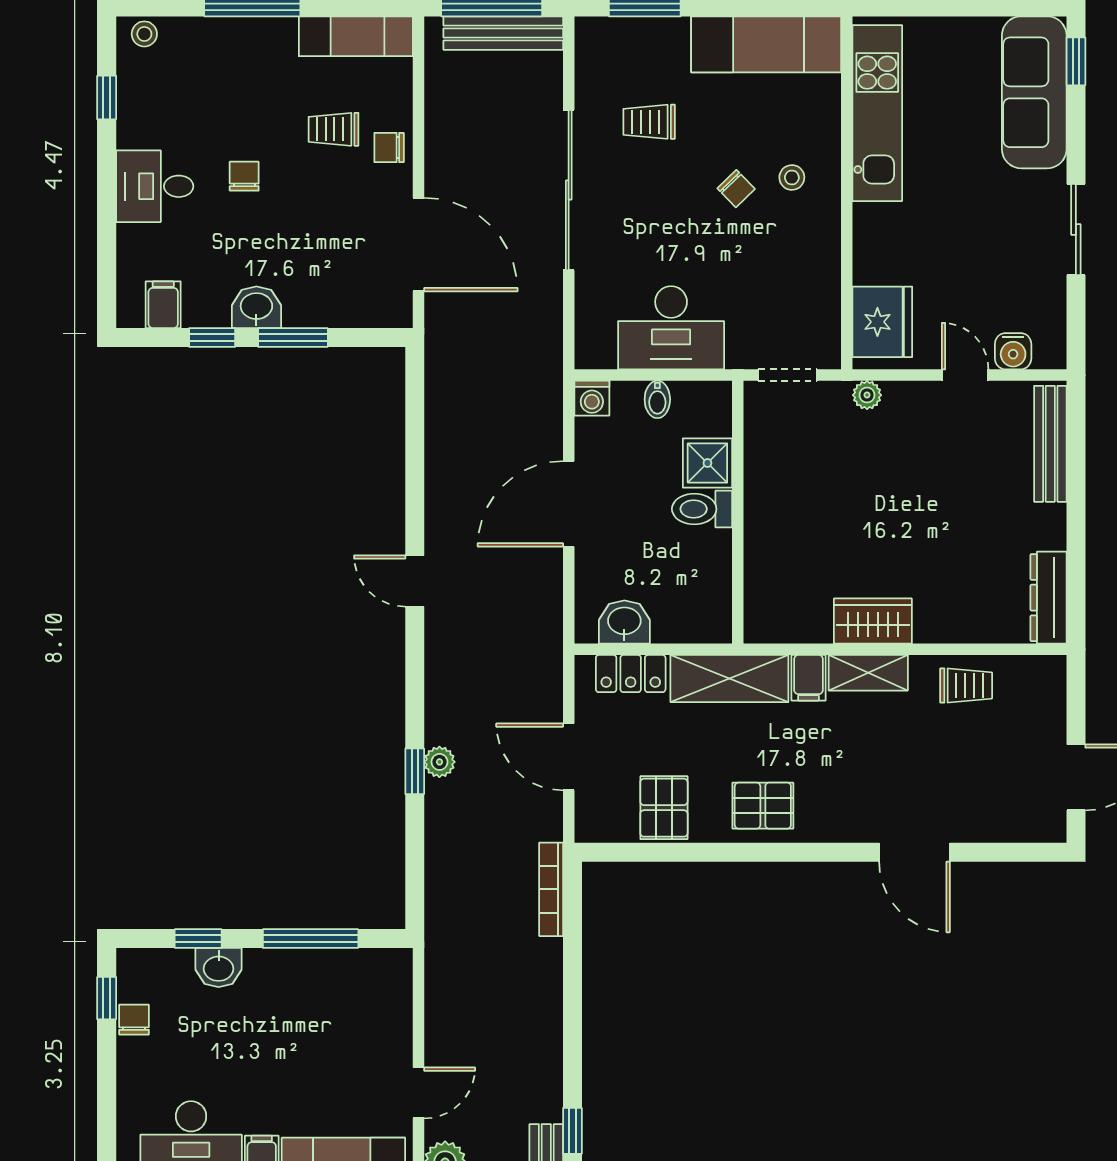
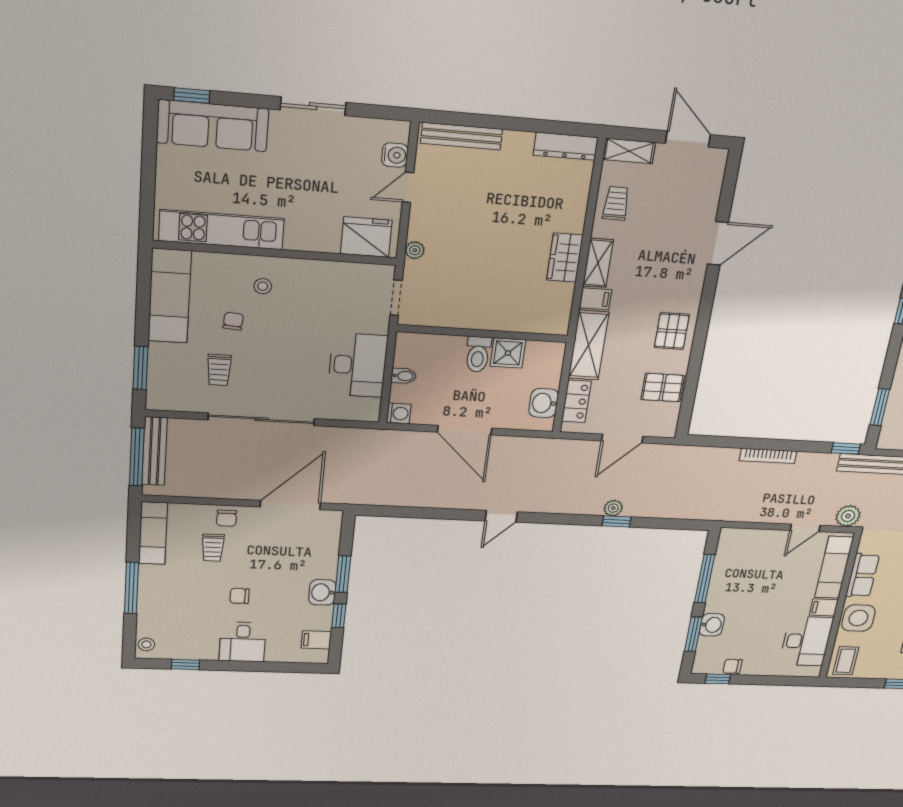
chair: (736, 189) -> (233, 321), moved, turned -41
shower: (707, 463) -> (508, 353), moved
shelving: (1050, 692) -> (629, 151), added
bookcase: (551, 889) -> (768, 456), moved
window: (198, 939) -> (693, 634), width x1.50
door: (418, 1093) -> (805, 528), swing flipped

